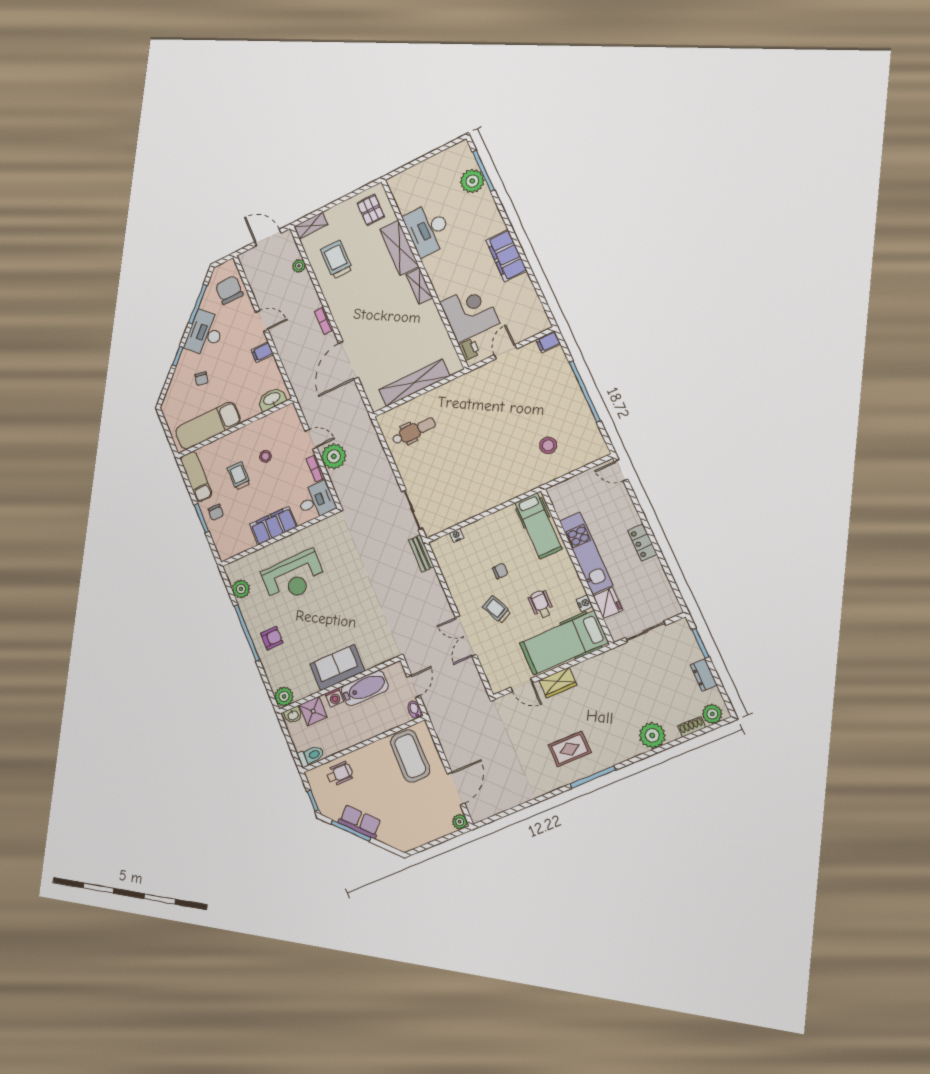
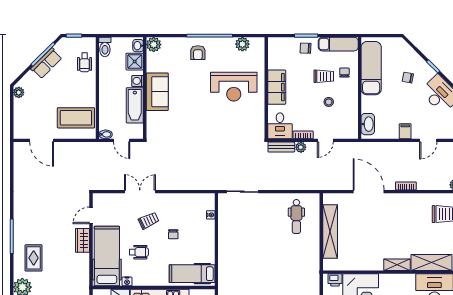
chair: (225, 454) -> (344, 73), added
plant: (334, 456) -> (301, 147), width x0.53, depth x0.53
bench: (421, 553) -> (281, 147), moved
reception desk: (294, 577) -> (234, 87), turned -90
rug: (570, 749) -> (34, 258), moved
plant: (460, 822) -> (19, 92), moved

